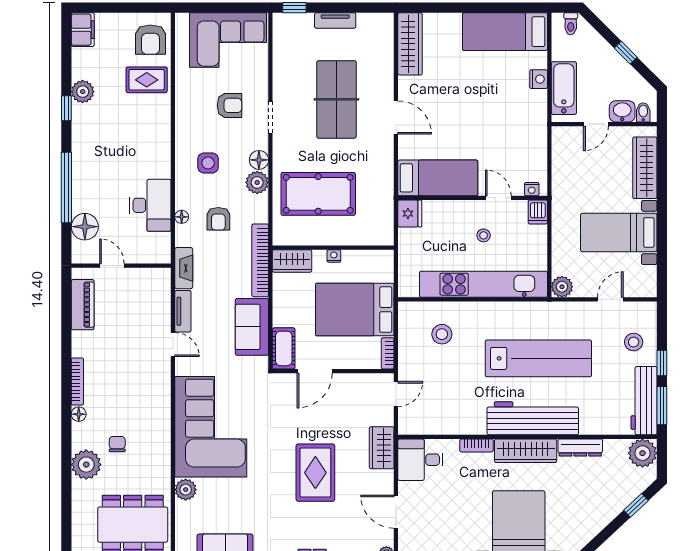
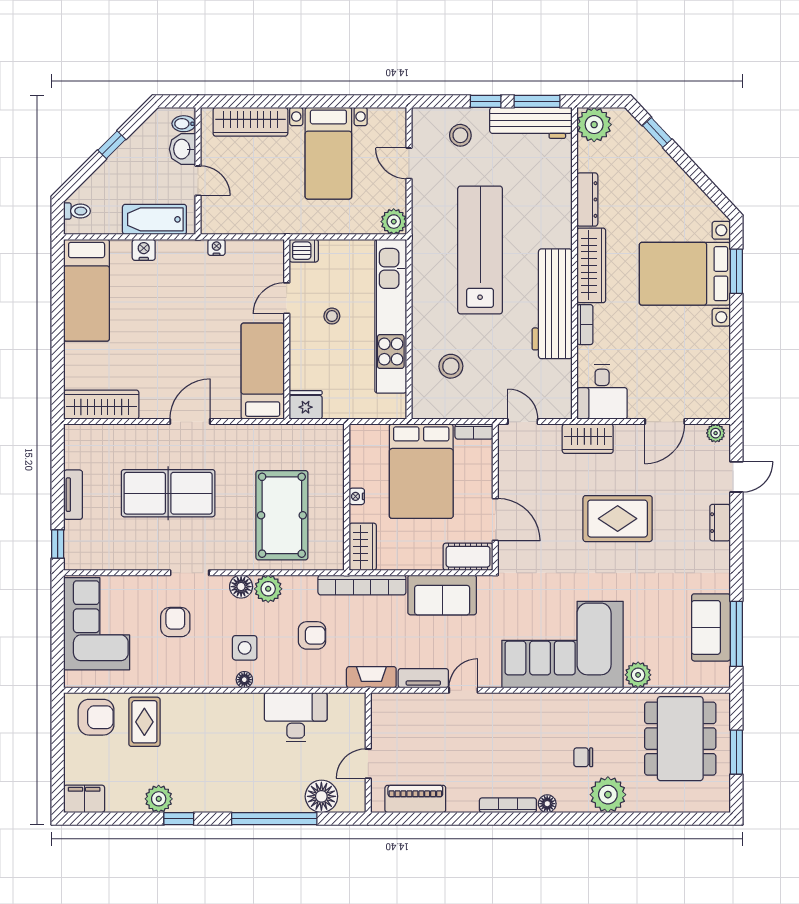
nightstand: (532, 189) -> (216, 247), moved, turned -90
floor lamp: (182, 217) -> (244, 680), moved
workbench: (533, 418) -> (552, 304), moved

